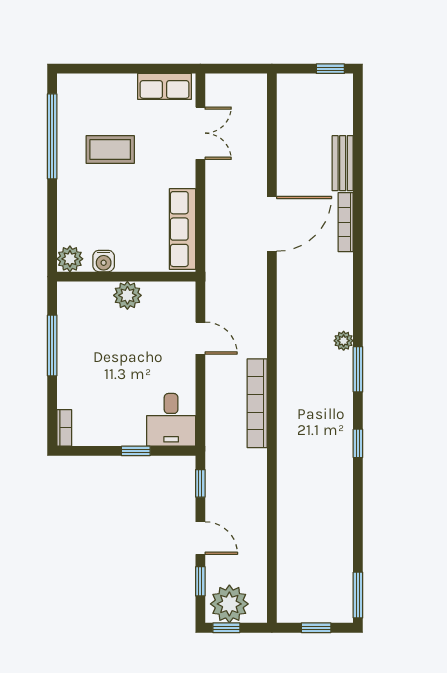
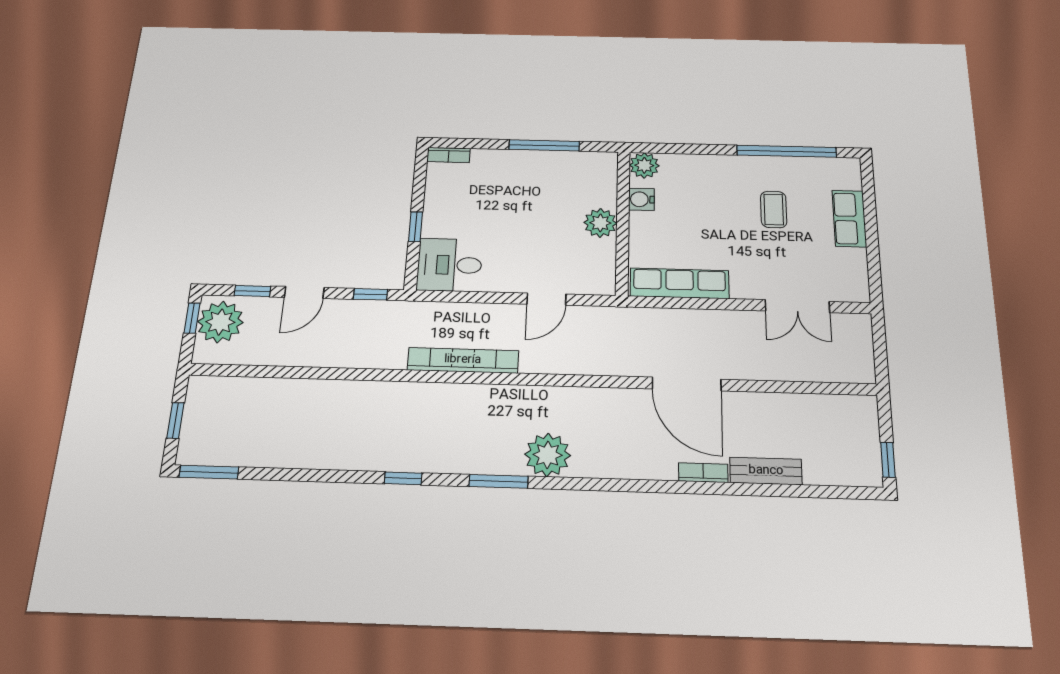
row of seats: (165, 86) -> (849, 219), moved
coffee table: (110, 149) -> (774, 209), width x0.73, depth x0.77
bookcase: (346, 222) -> (703, 473), width x0.64
plant: (344, 341) -> (548, 455), width x1.87, depth x1.87

